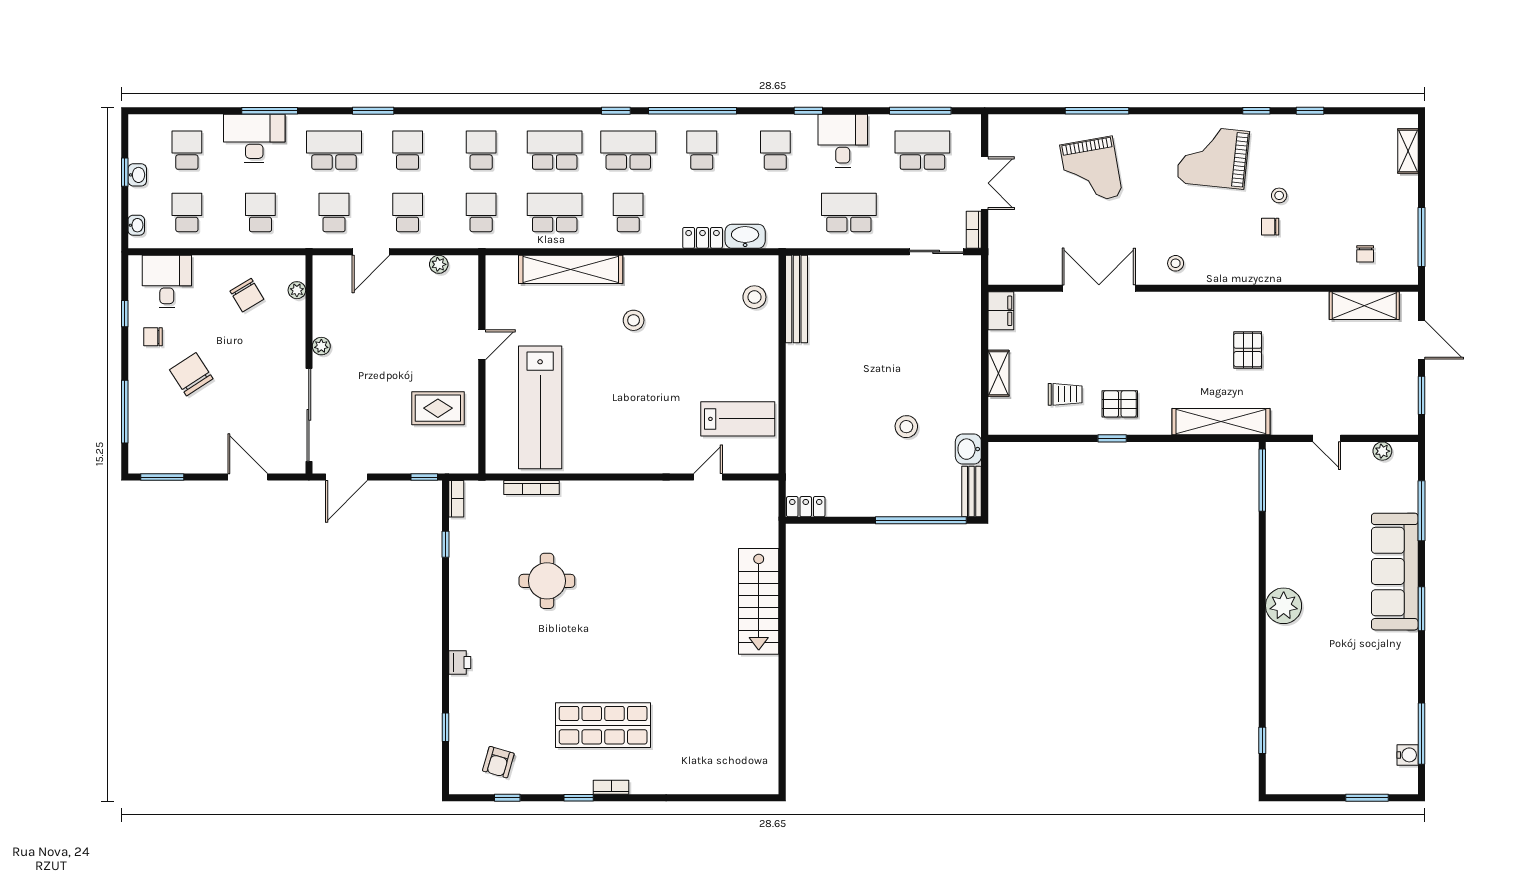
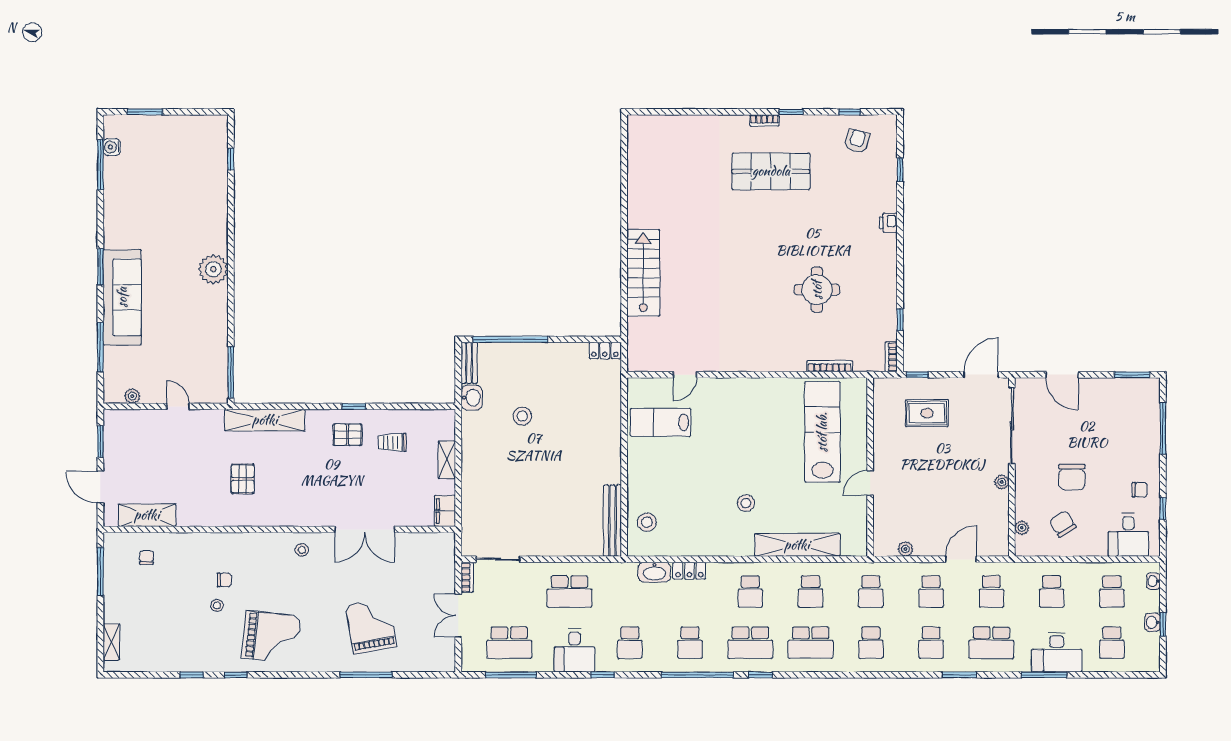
school desk: (555, 212) -> (811, 592), width x0.54
chair: (191, 374) -> (1072, 477), moved, turned 33
rug: (438, 408) -> (927, 413), moved

